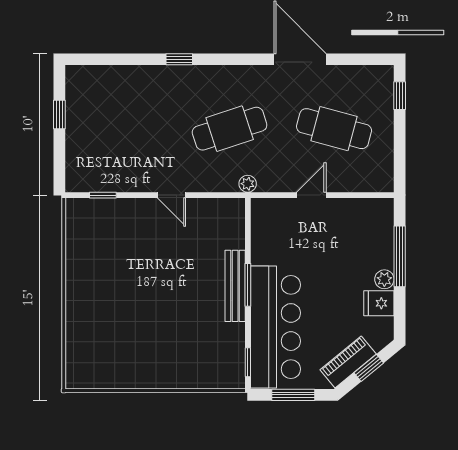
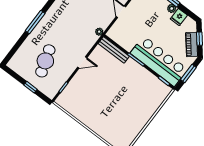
window: (179, 59) -> (35, 22), width x2.17
window: (59, 115) -> (30, 87), moved
cafe table: (230, 129) -> (45, 61), moved
bench: (235, 286) -> (114, 50), moved

